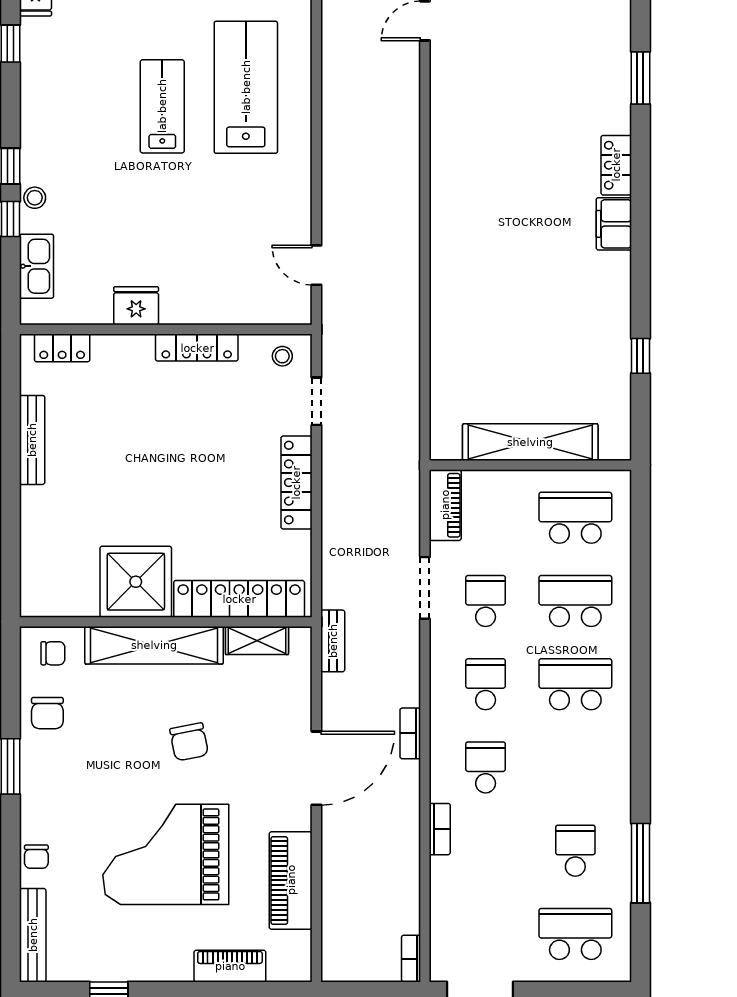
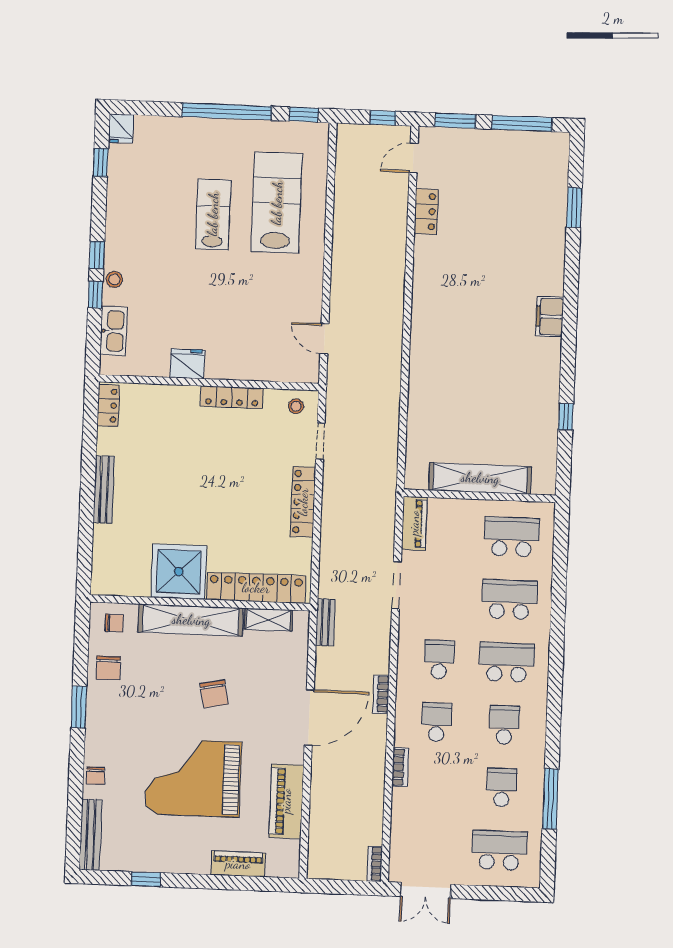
locker: (616, 165) -> (426, 211), moved, turned 180
locker: (62, 348) -> (108, 406), moved, turned -90
bench: (32, 440) -> (104, 489), moved
school desk: (486, 601) -> (504, 725), moved

